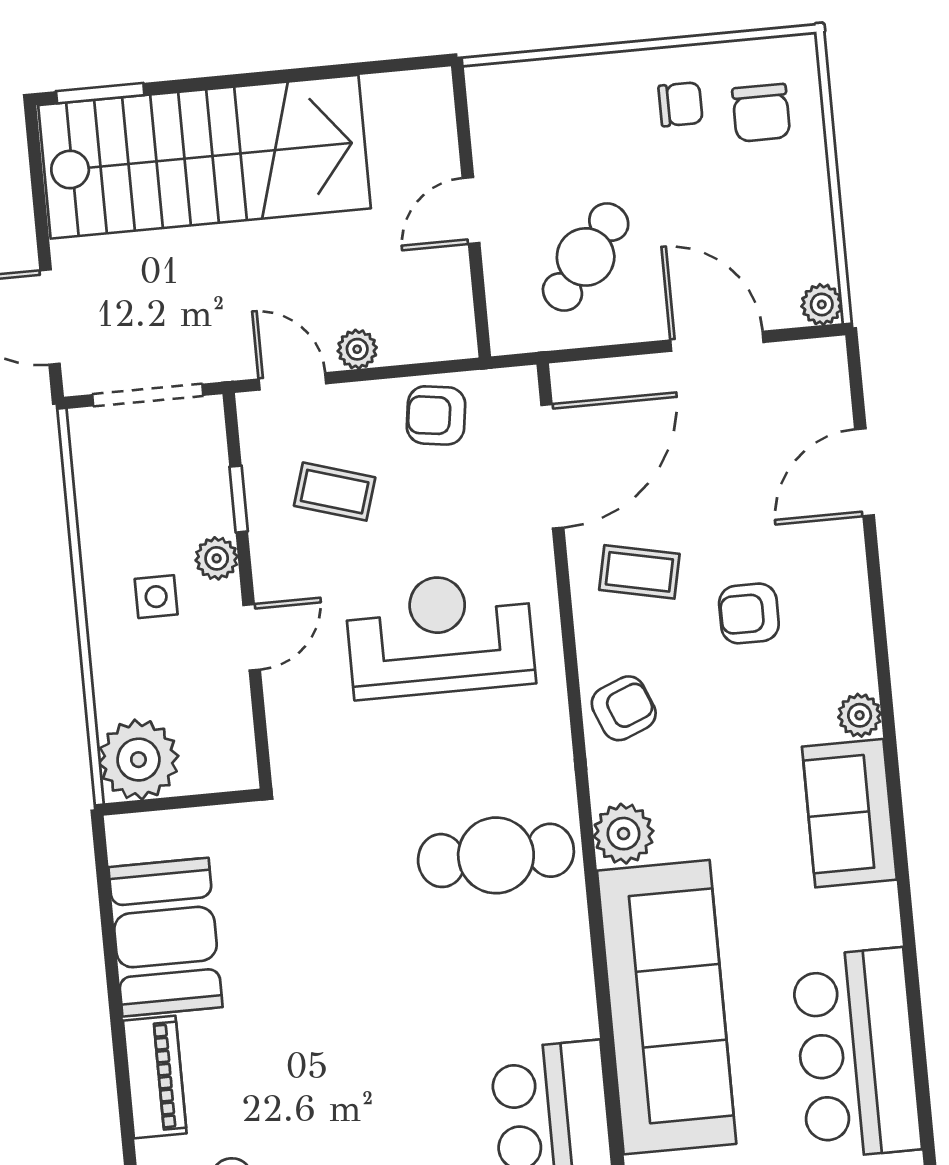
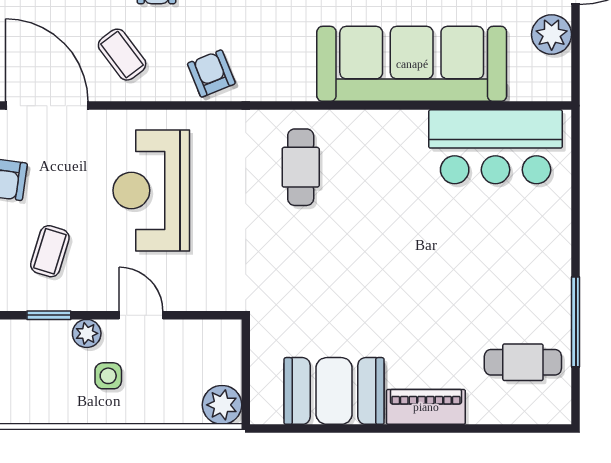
coffee table: (639, 572) -> (122, 55), turned -49
plant: (138, 760) -> (222, 405), width x0.73, depth x0.73
plant: (624, 834) -> (294, 81), removed
cafe table: (496, 855) -> (301, 167), width x0.73, depth x0.74

